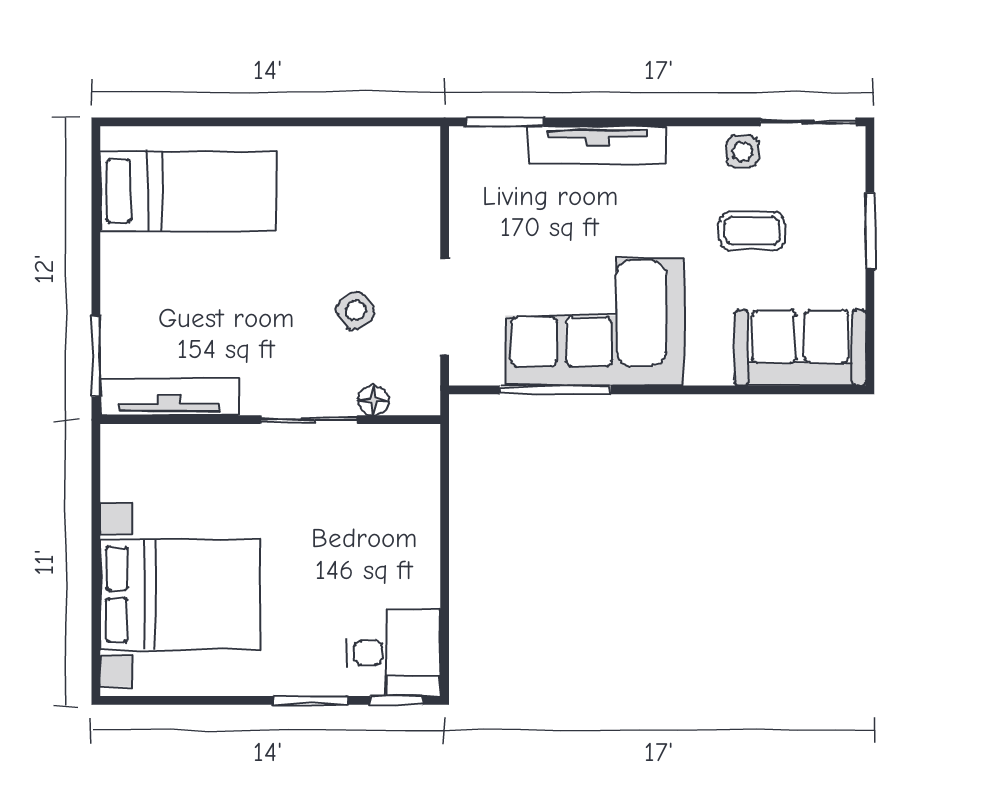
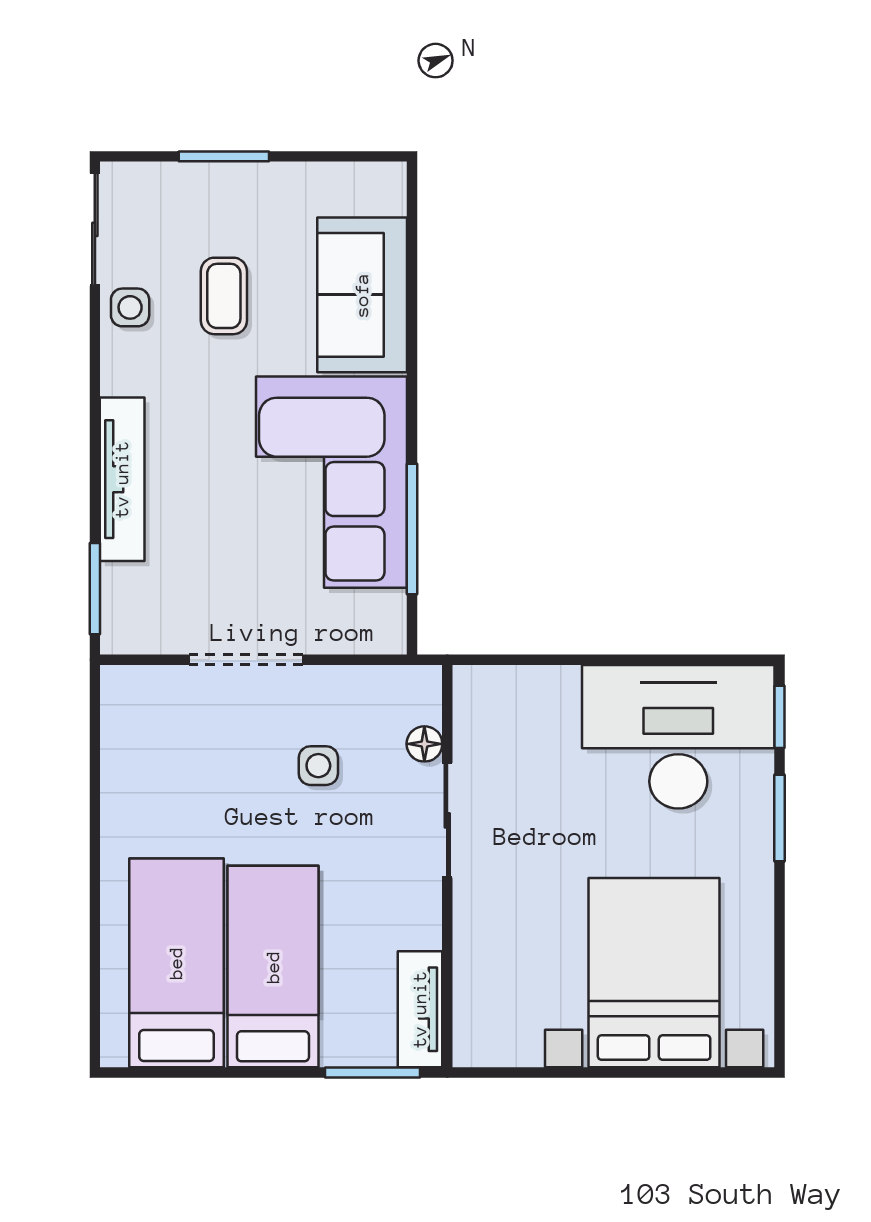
bed: (185, 272) -> (273, 967), added
doorway: (445, 307) -> (246, 660), moved
side table: (355, 311) -> (318, 766), turned 36
sofa: (800, 348) -> (362, 295), moved
tv unit: (169, 397) -> (420, 1009), width x0.71
desk: (394, 653) -> (678, 737), width x1.87, depth x1.30

